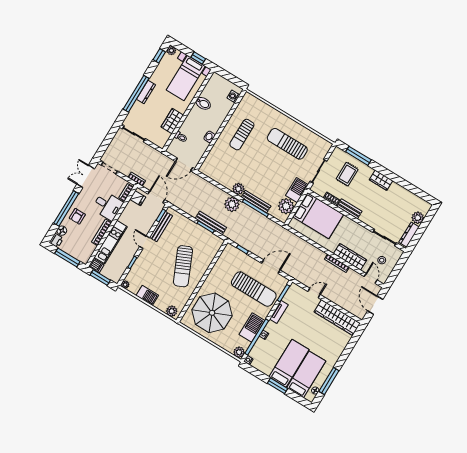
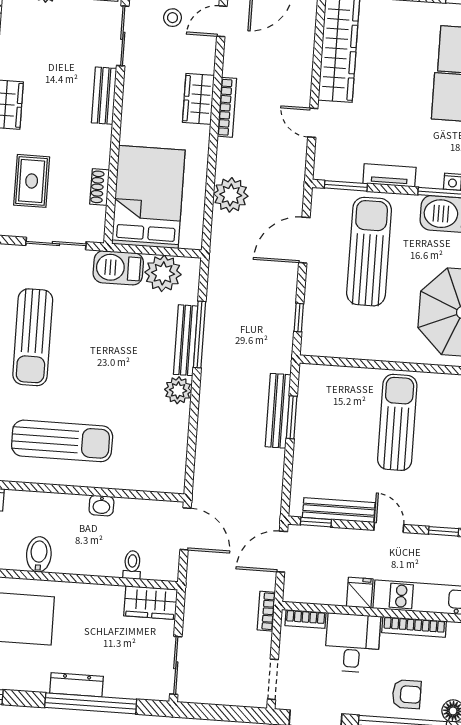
wardrobe: (172, 121) -> (151, 603), moved
sun lounger: (242, 135) -> (62, 441), width x1.36, depth x1.34
rug: (347, 174) -> (32, 181), turned 90
fridge: (138, 198) -> (360, 593), moved
plant: (232, 204) -> (231, 195), moved
bench: (349, 209) -> (104, 96), moved
door: (145, 242) -> (389, 527), swing flipped
wardrobe: (350, 257) -> (198, 99), width x0.67
sun lounger: (183, 266) -> (397, 422), turned -66
door: (271, 267) -> (304, 240), hinge flipped

